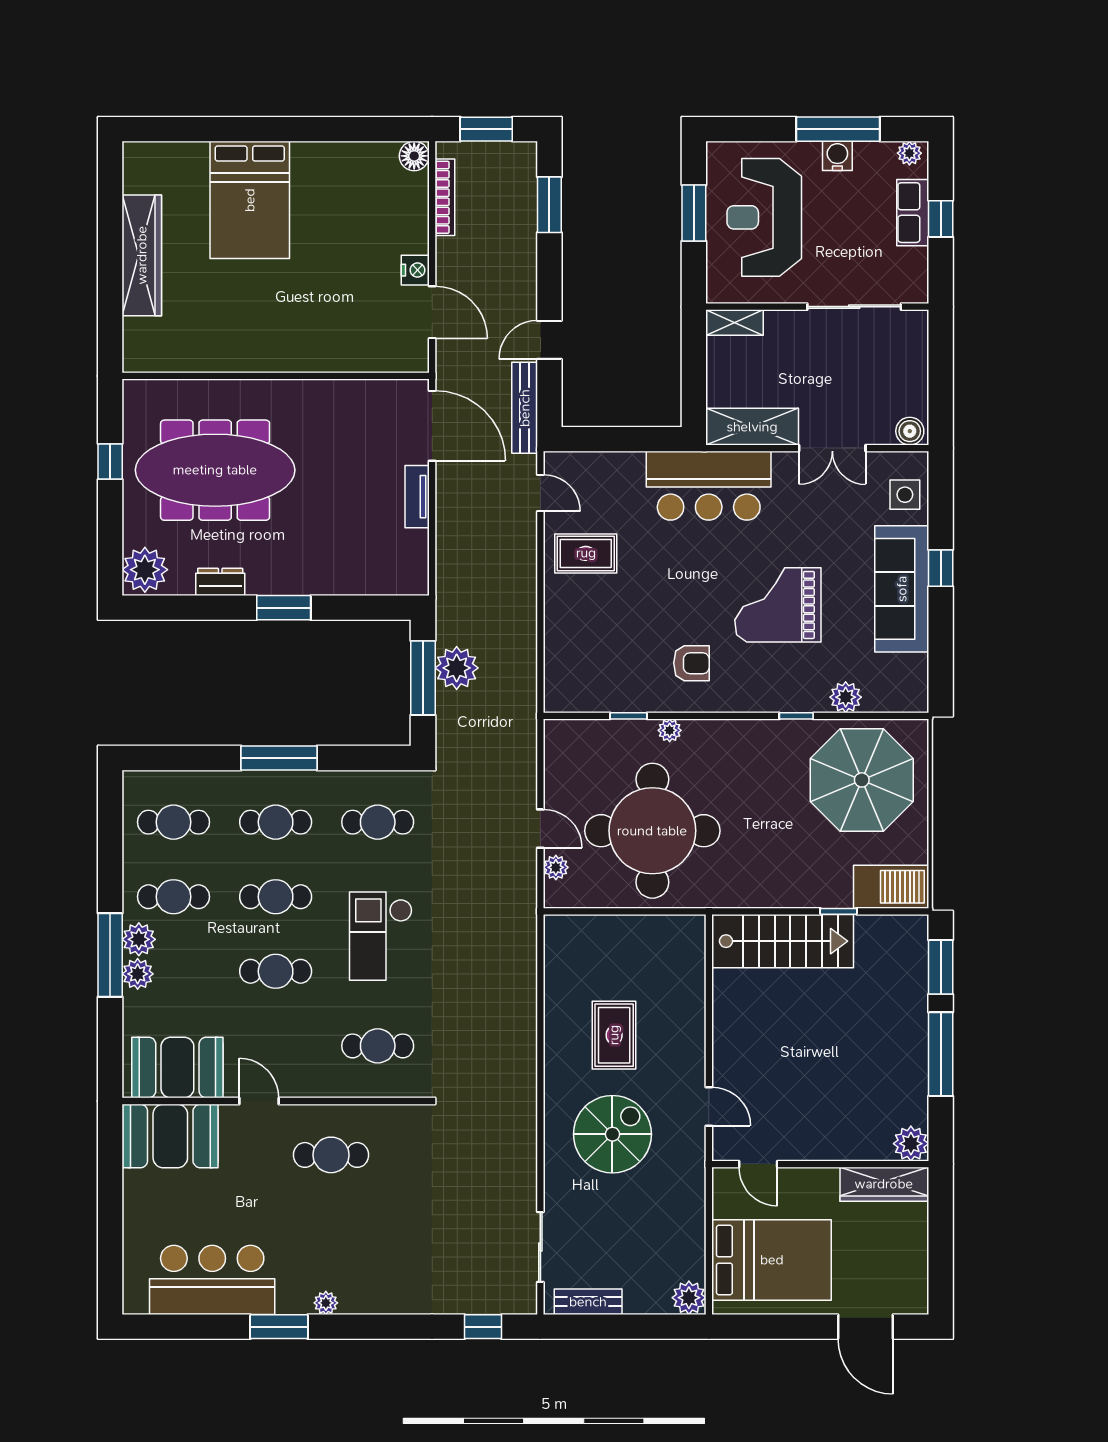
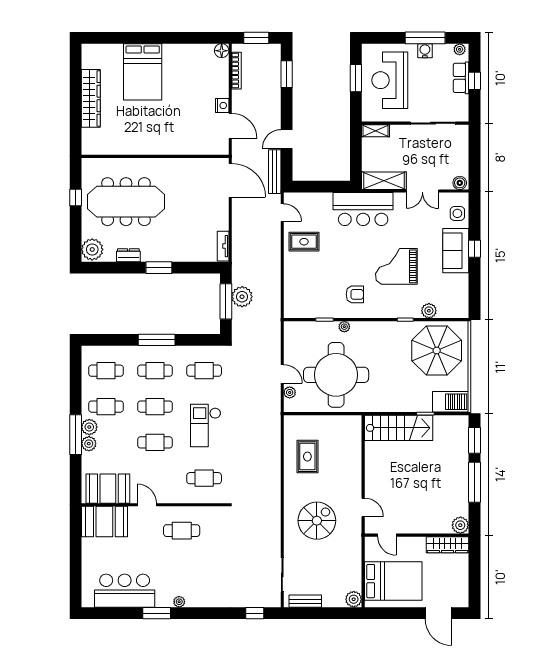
tv unit: (417, 497) -> (223, 246), moved
sofa: (902, 589) -> (456, 251), width x0.73
rug: (614, 1035) -> (307, 457), moved

